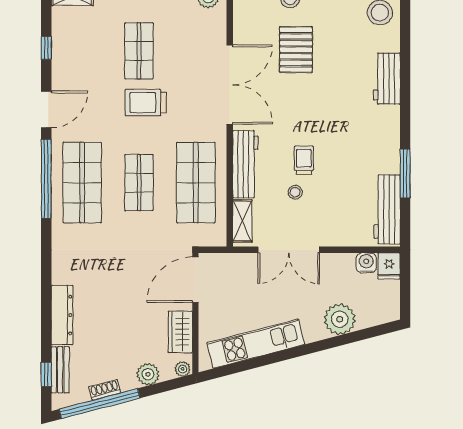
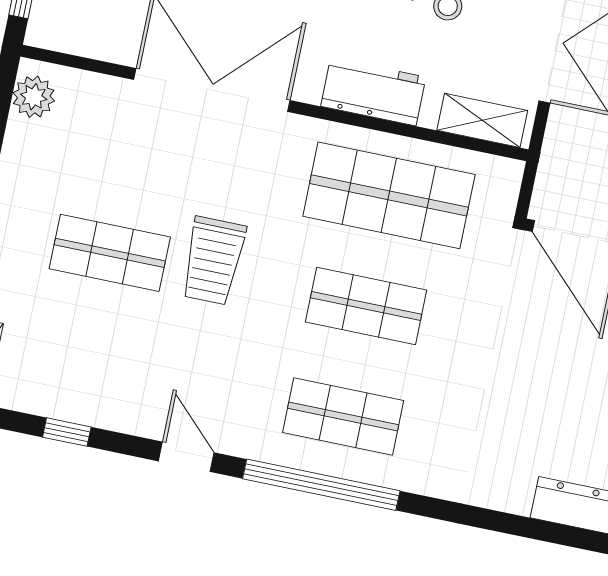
door: (46, 109) -> (186, 457), width x0.73
workbench: (245, 164) -> (373, 92), width x0.73
shop shelf: (82, 183) -> (343, 416), width x0.70, depth x0.74

